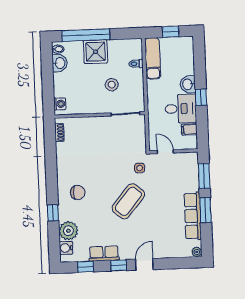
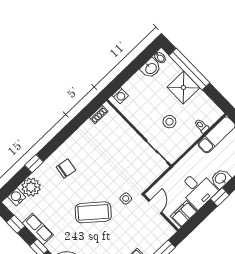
filing cabinet: (189, 129) -> (184, 214), width x2.00
chair: (78, 192) -> (66, 169), turned -81

